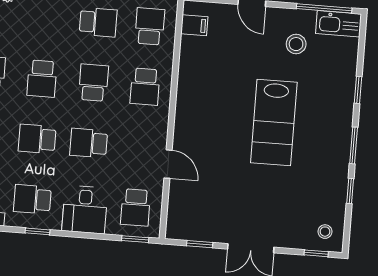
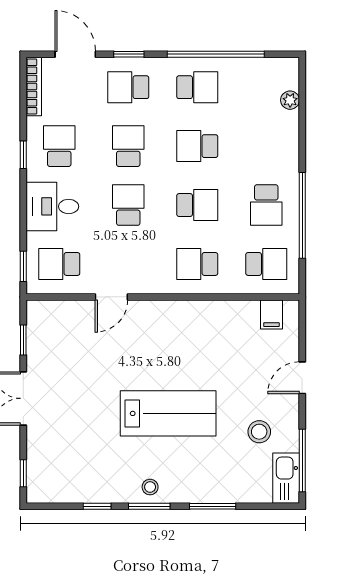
window: (358, 90) -> (213, 506), width x1.50
lab bench: (274, 122) -> (168, 413), turned 180
stool: (325, 232) -> (150, 487), moved

